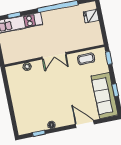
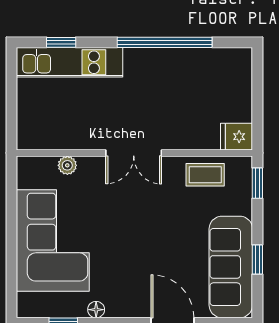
fridge: (91, 16) -> (237, 137), moved
corner sofa: (27, 100) -> (53, 240), added

